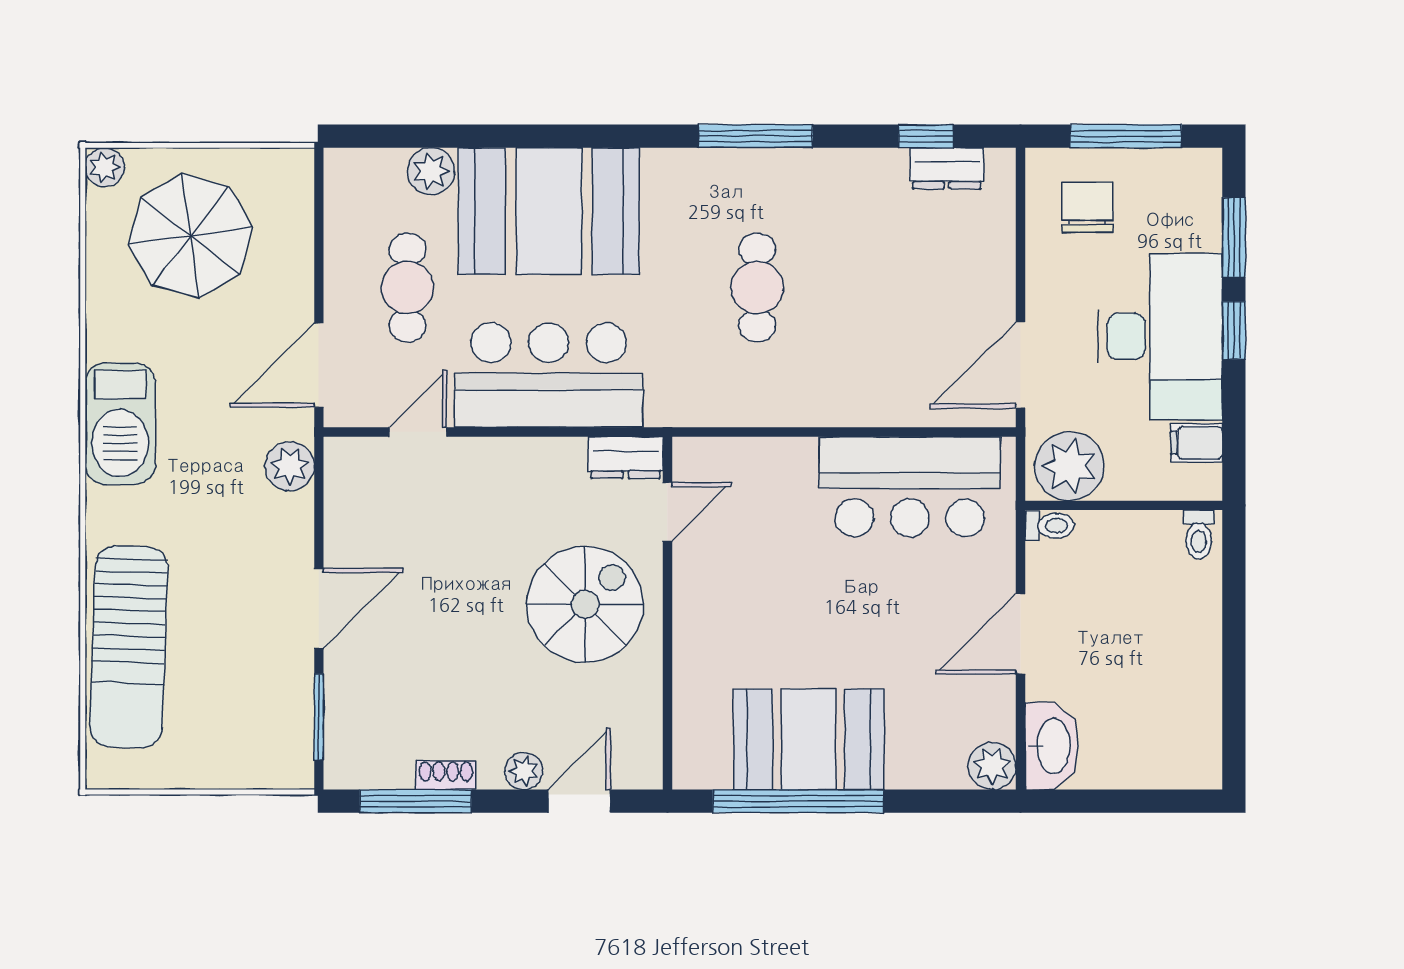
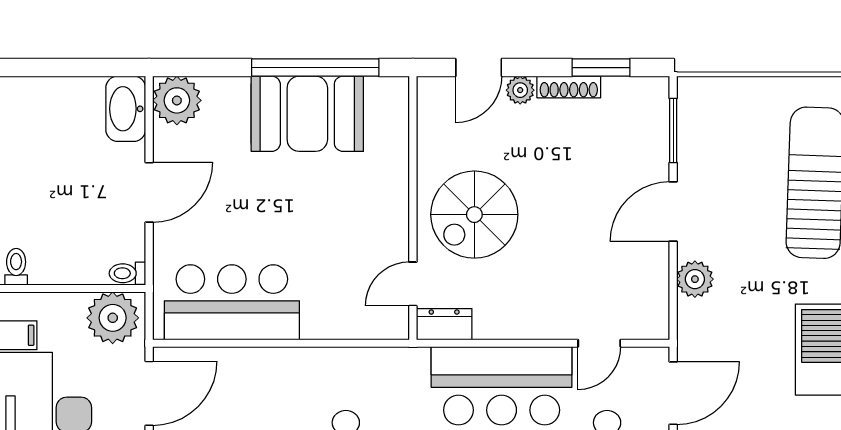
plant: (290, 466) -> (695, 279), moved
plant: (992, 766) -> (177, 100), width x1.36, depth x1.36
shoe rack: (446, 775) -> (569, 87), width x1.43
window: (416, 801) -> (601, 68), width x0.69

